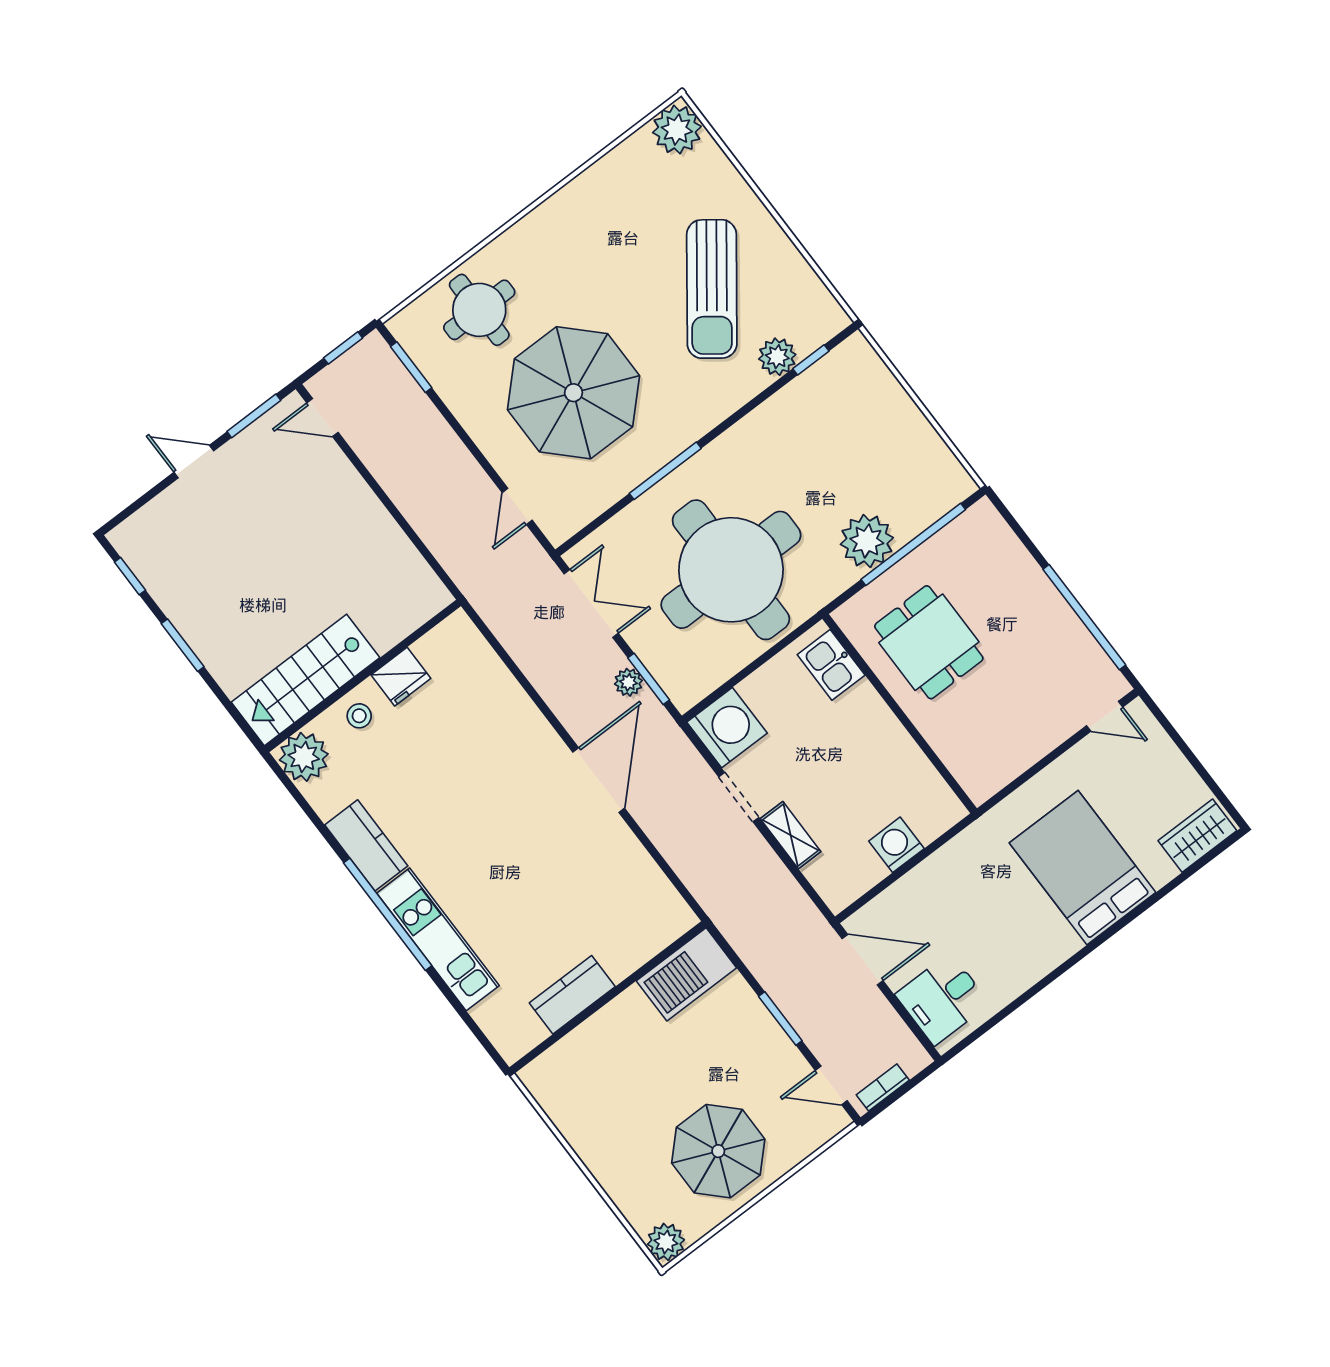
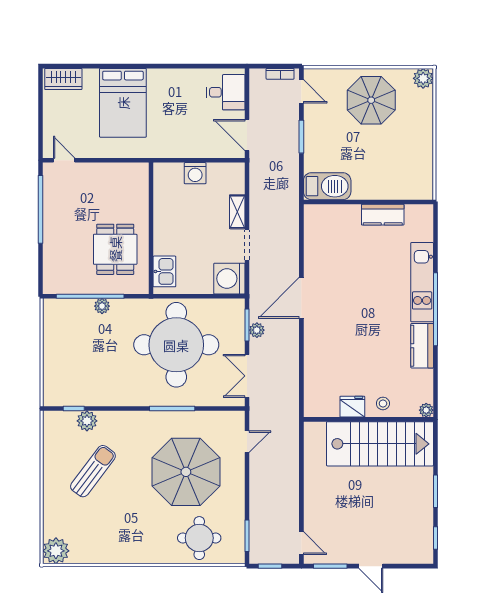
sun lounger: (712, 289) -> (93, 471), width x0.73, depth x0.75
plant: (867, 541) -> (102, 306), width x0.53, depth x0.53
stairs: (306, 680) -> (380, 444), width x1.36, depth x1.51
plant: (304, 757) -> (426, 410), width x0.53, depth x0.53

